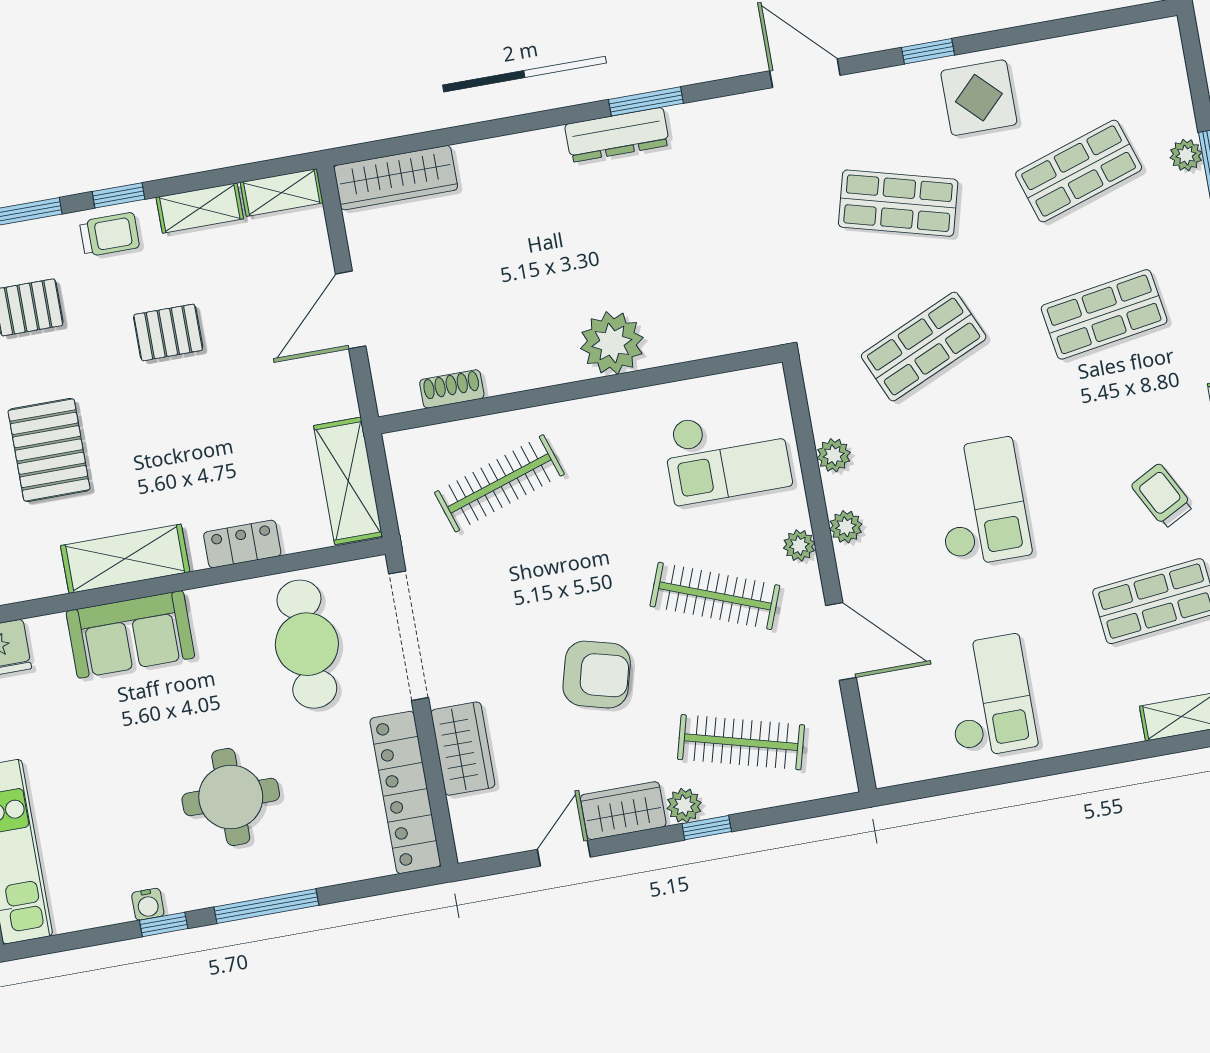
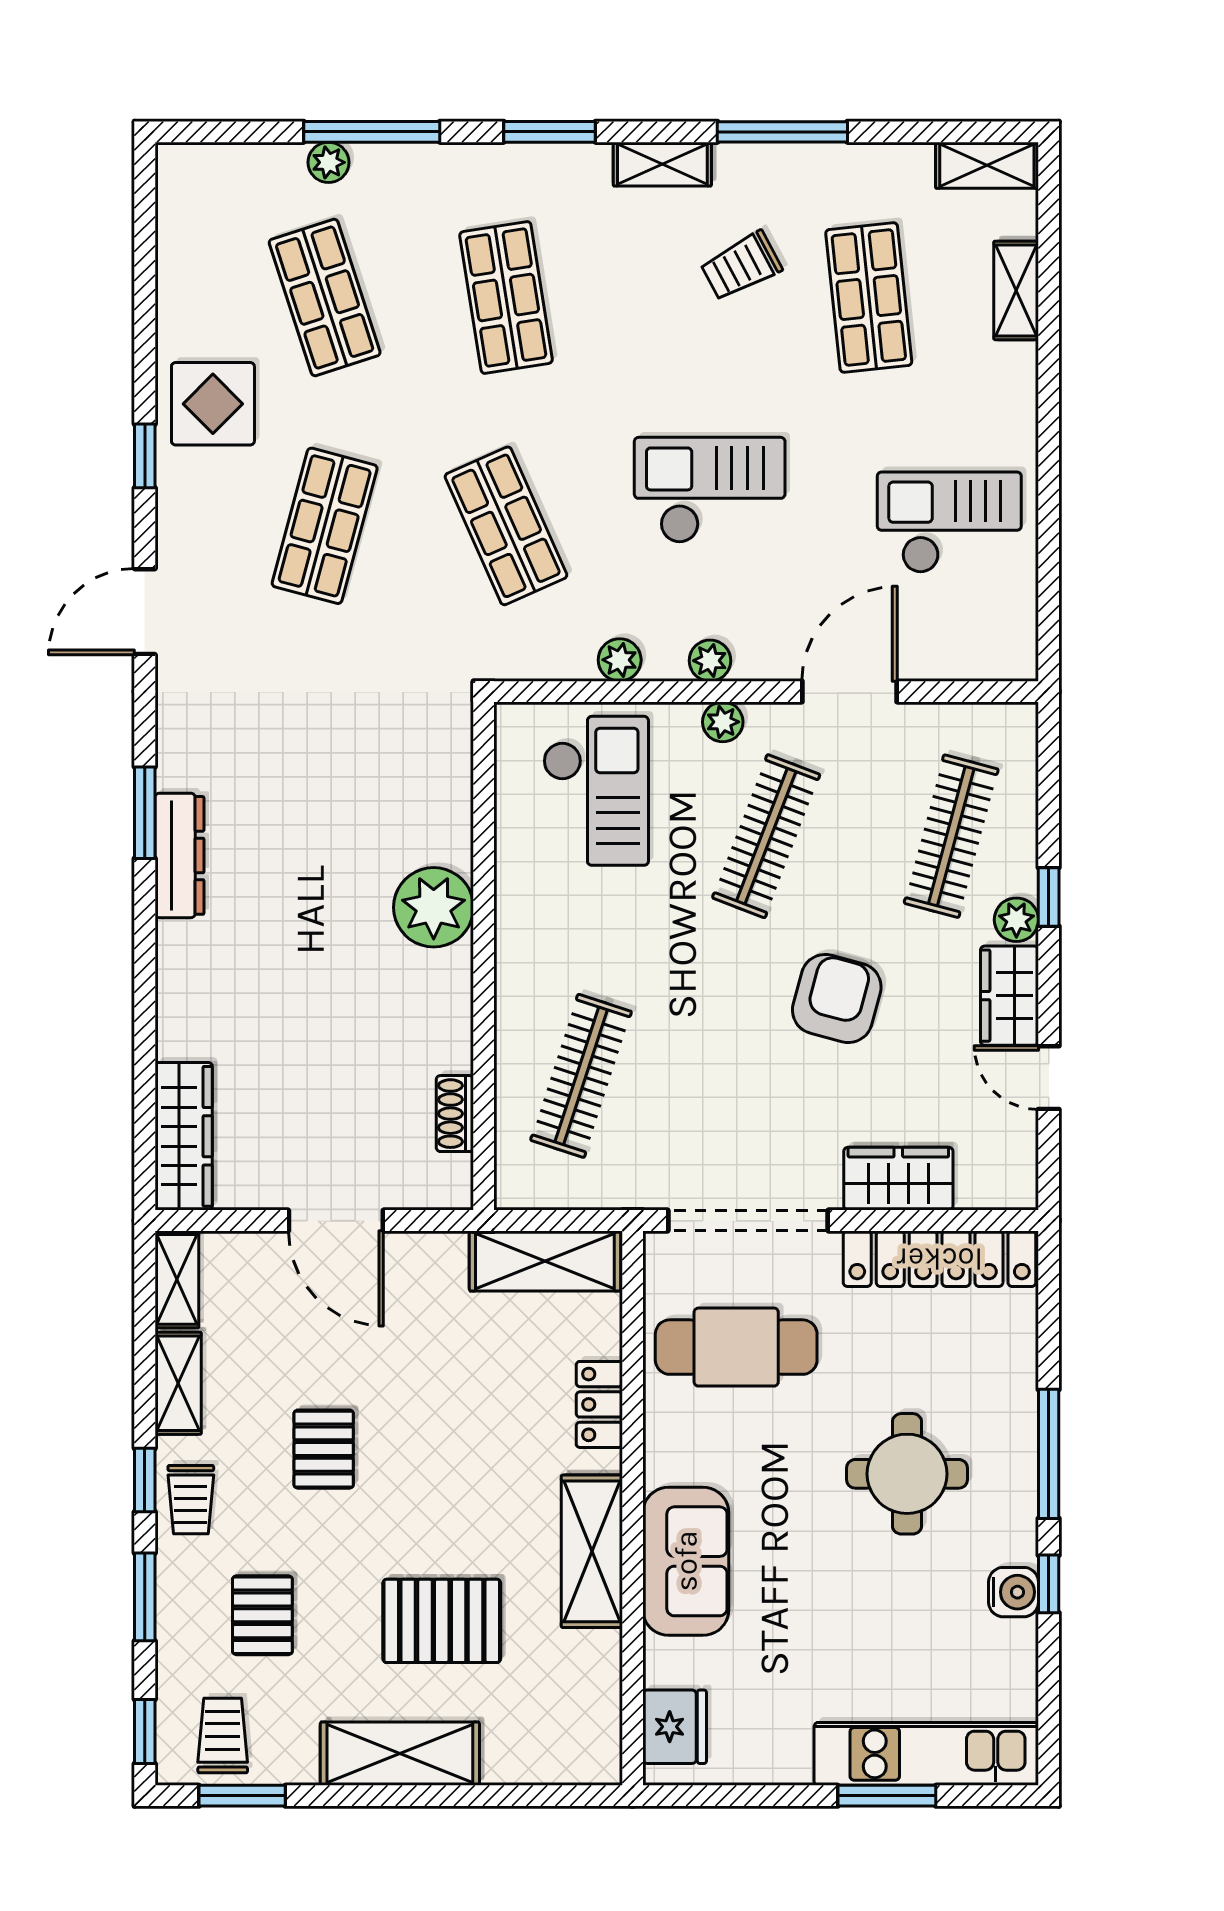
trolley: (109, 235) -> (191, 1500), turned 180
clothes rail: (499, 483) -> (581, 1076), turned 36
water cooler: (148, 904) -> (1013, 1592), width x1.38, depth x1.38

